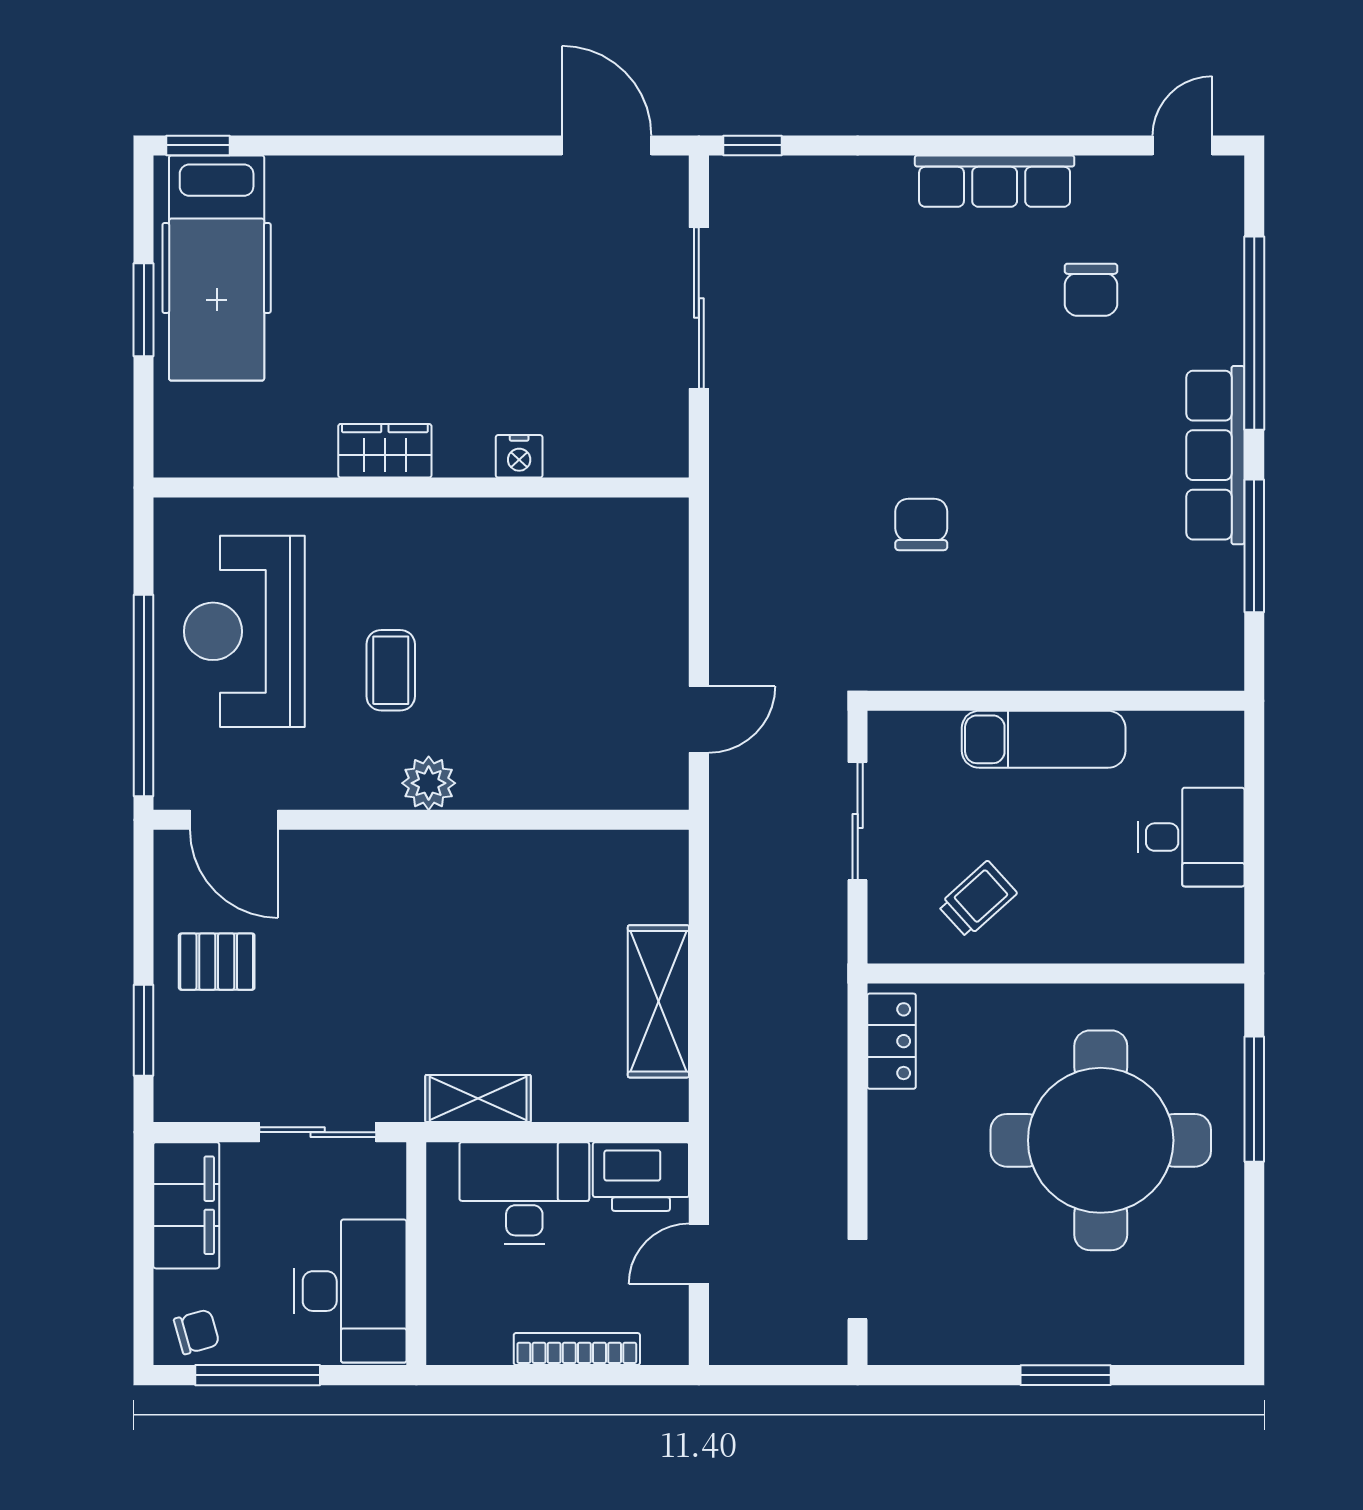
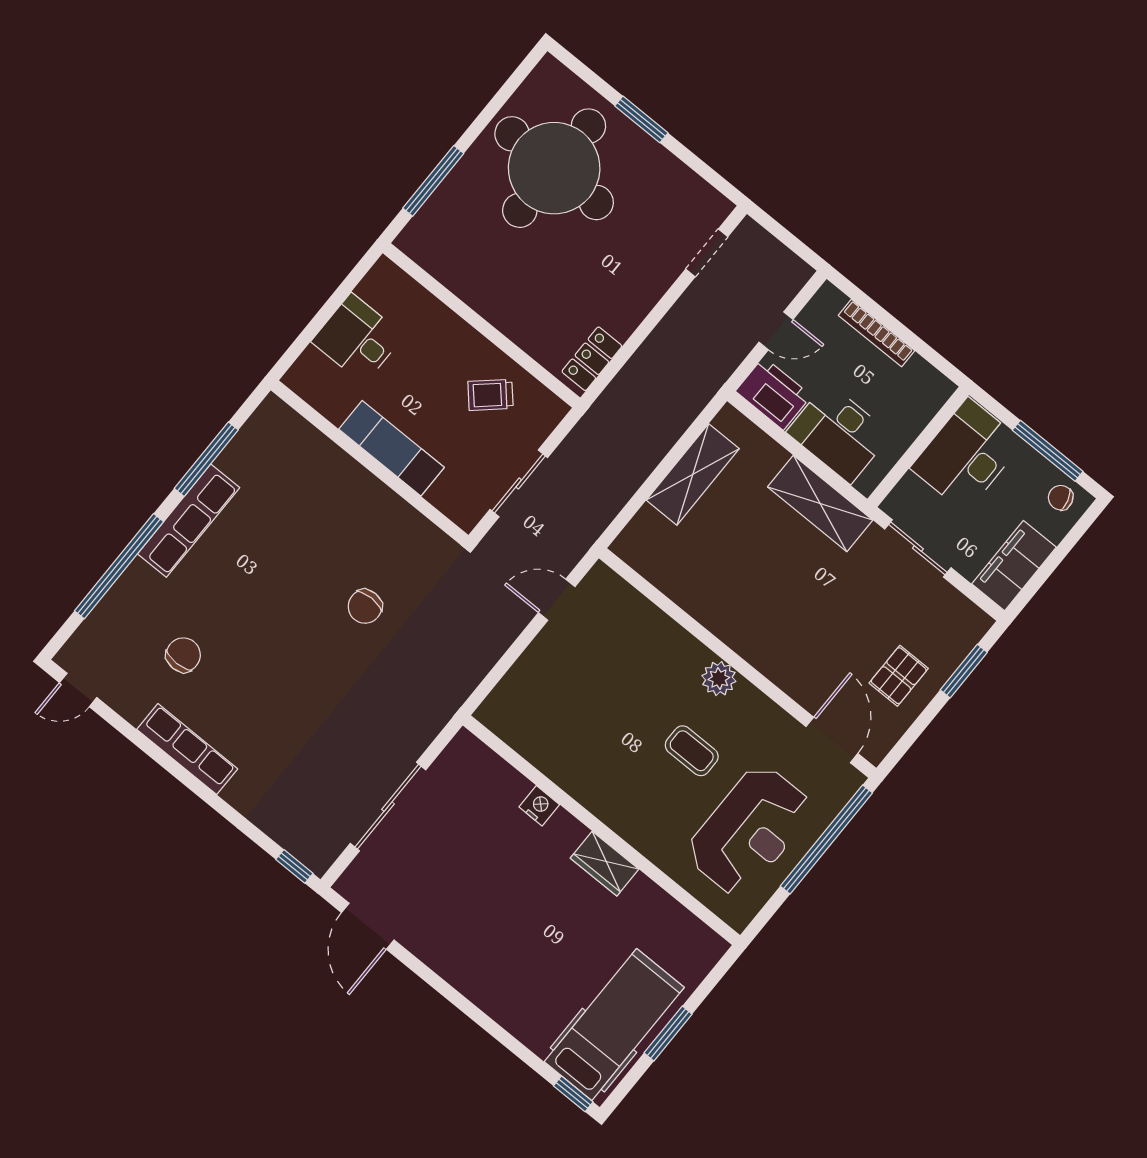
coffee table: (391, 670) -> (692, 751), turned 90
pallet: (217, 962) -> (899, 676), turned 90
shelving: (478, 1099) -> (820, 504), width x1.50, depth x1.33
round table: (1101, 1140) -> (554, 168), moved

